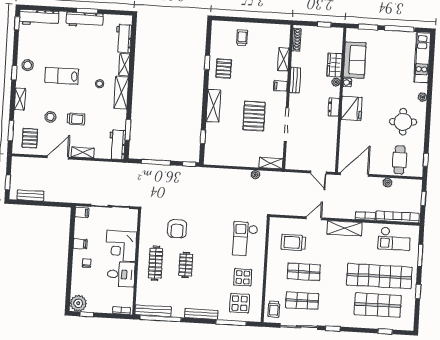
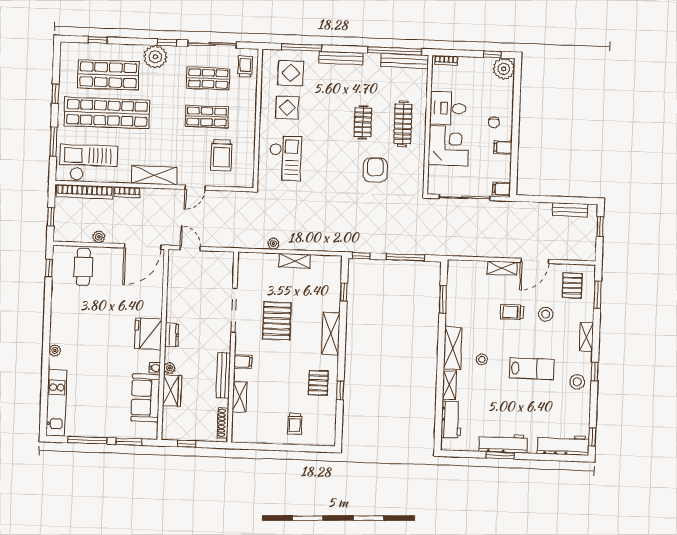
bench: (295, 80) -> (223, 375), width x1.36
round table: (403, 122) -> (80, 317), removed
workbench: (117, 145) -> (457, 279), removed
shelving: (271, 163) -> (295, 261), moved
checkout: (394, 239) -> (88, 163), width x1.36, depth x1.21
trolley: (293, 243) -> (221, 155), turned 90
plant: (342, 318) -> (155, 57), added

